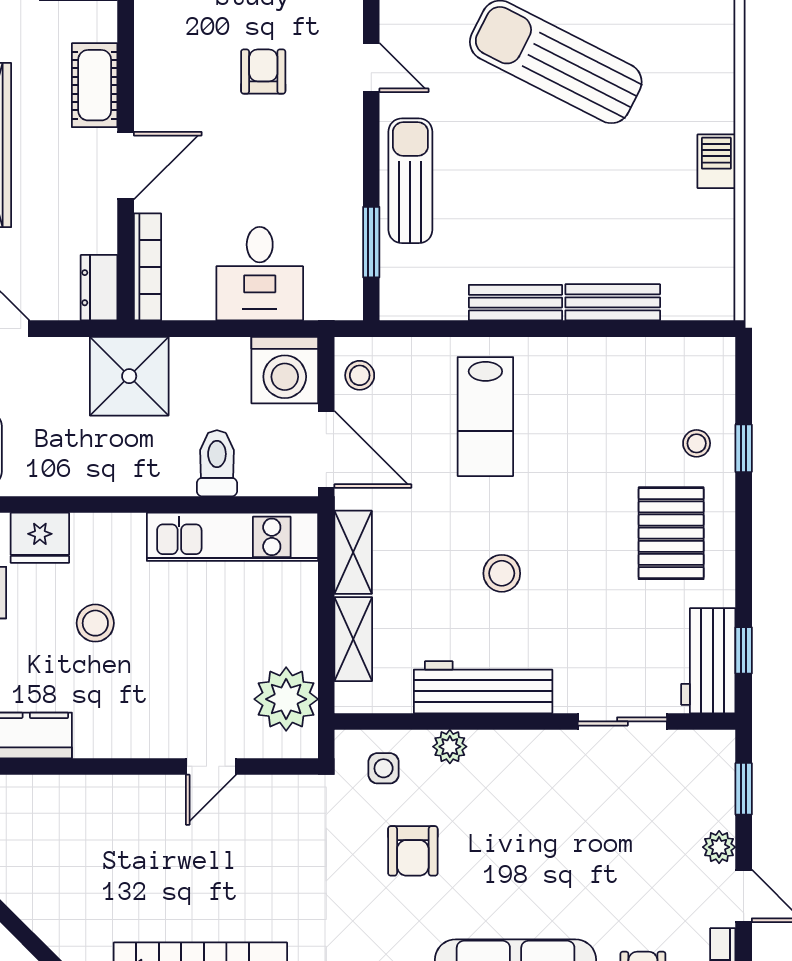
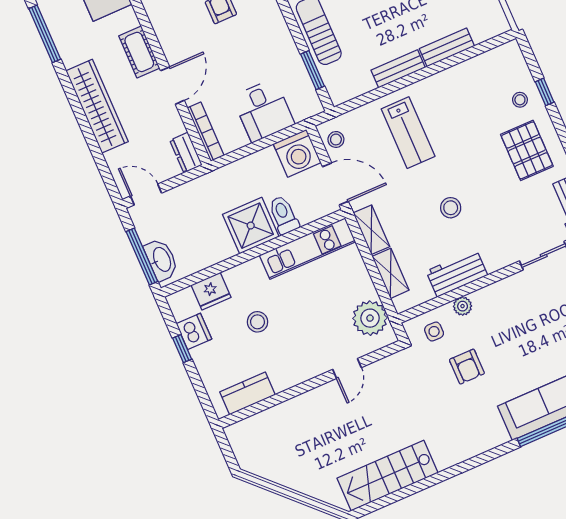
shower: (129, 376) -> (251, 226), moved
workbench: (483, 687) -> (457, 273), width x0.73

